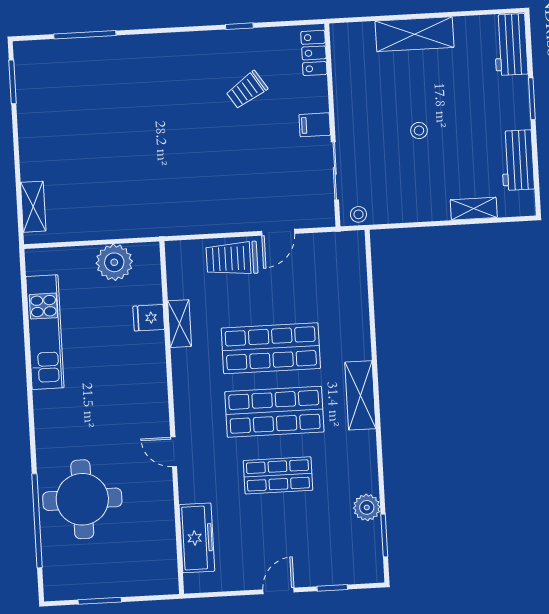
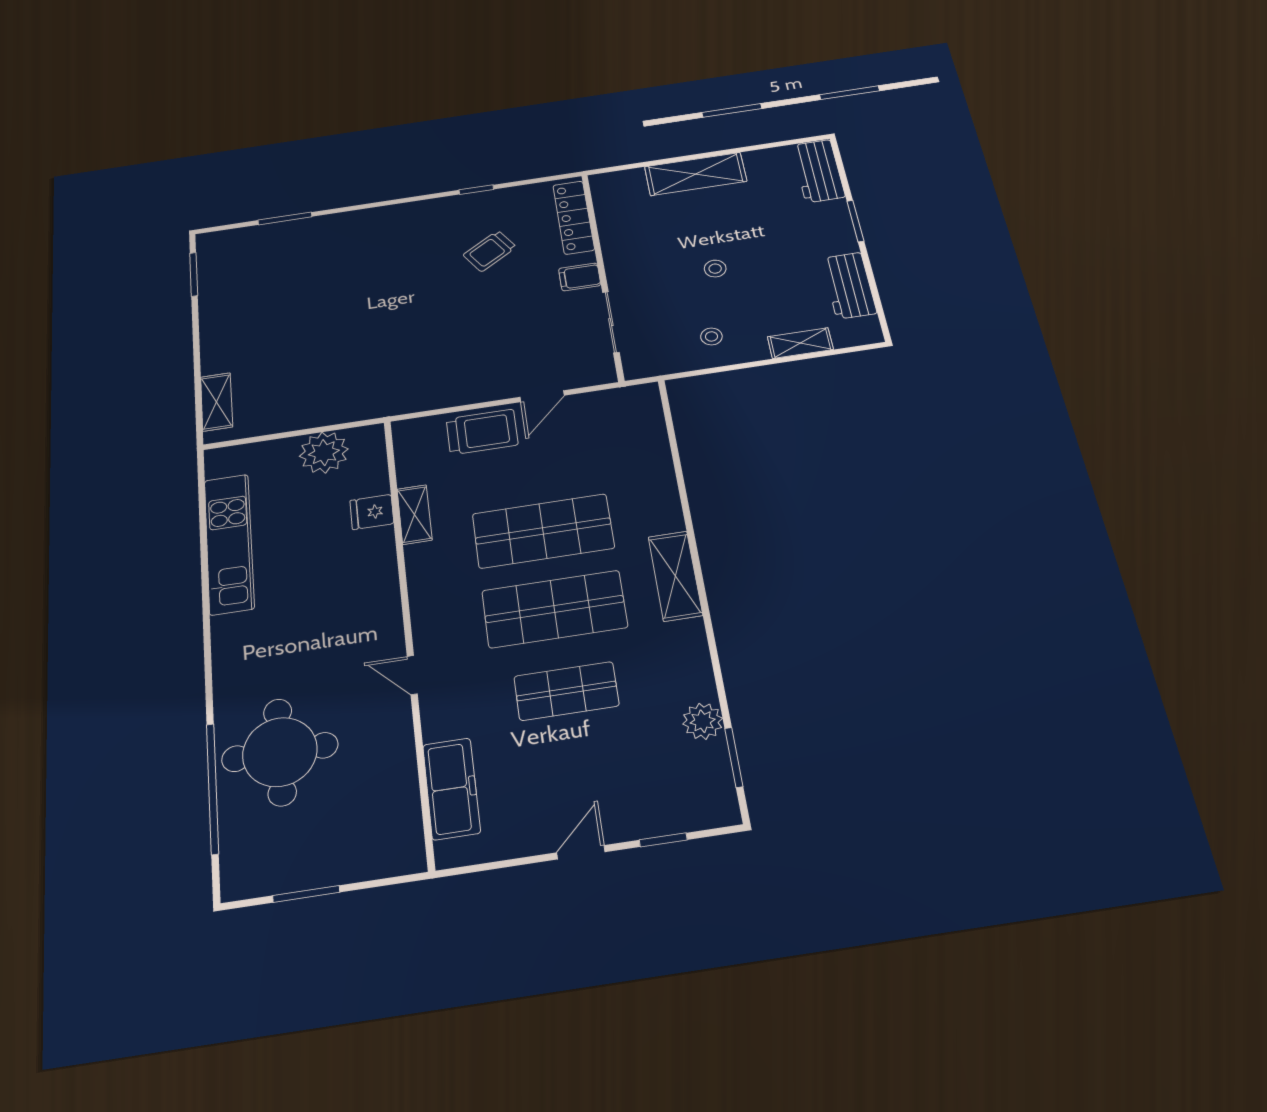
window: (85, 35) -> (285, 218), width x0.69
locker: (314, 53) -> (574, 217), width x1.53
stool: (358, 214) -> (711, 336), moved
trolley: (232, 259) -> (482, 432), turned 180

